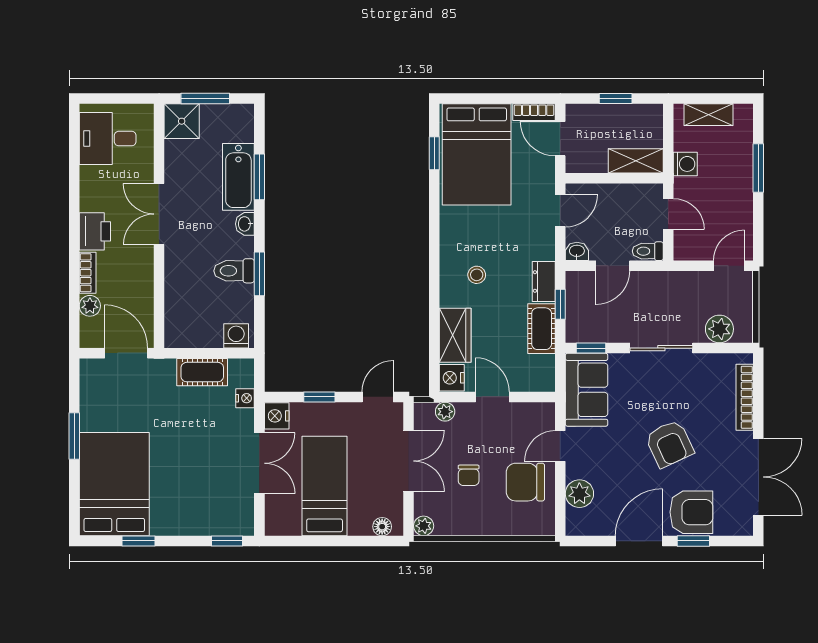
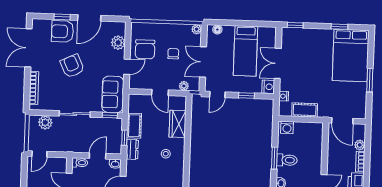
nightstand: (452, 378) -> (180, 103), removed
chair: (525, 482) -> (145, 49), turned 90

